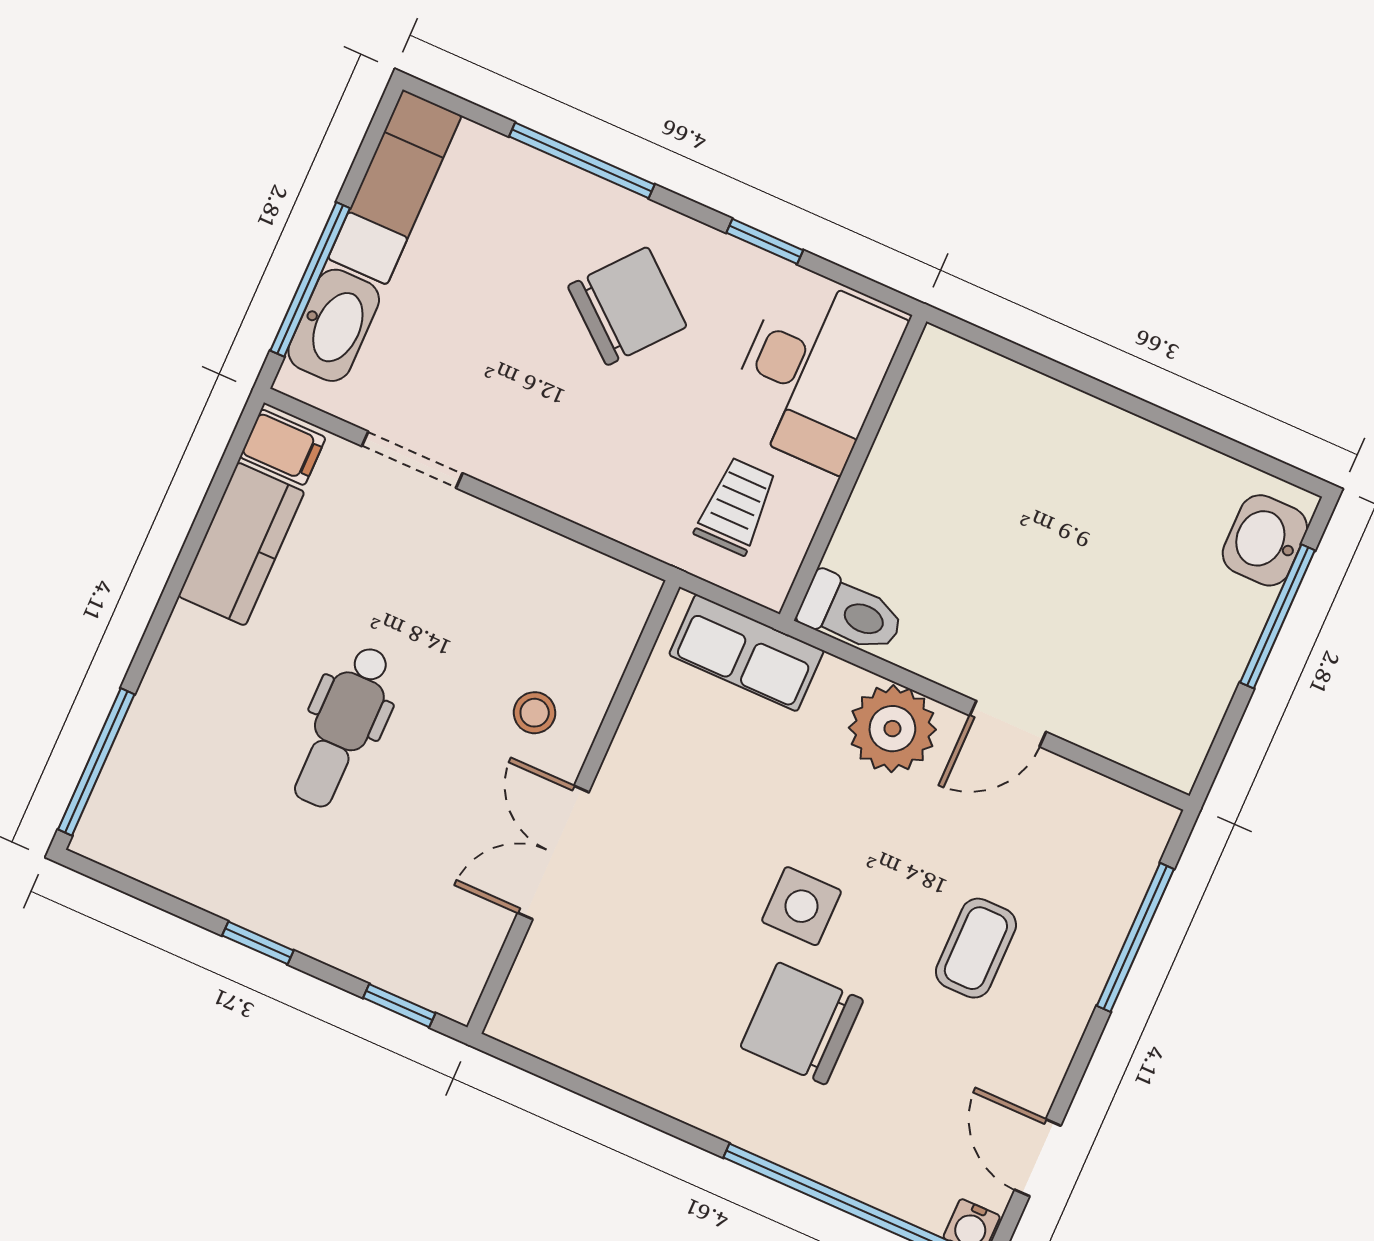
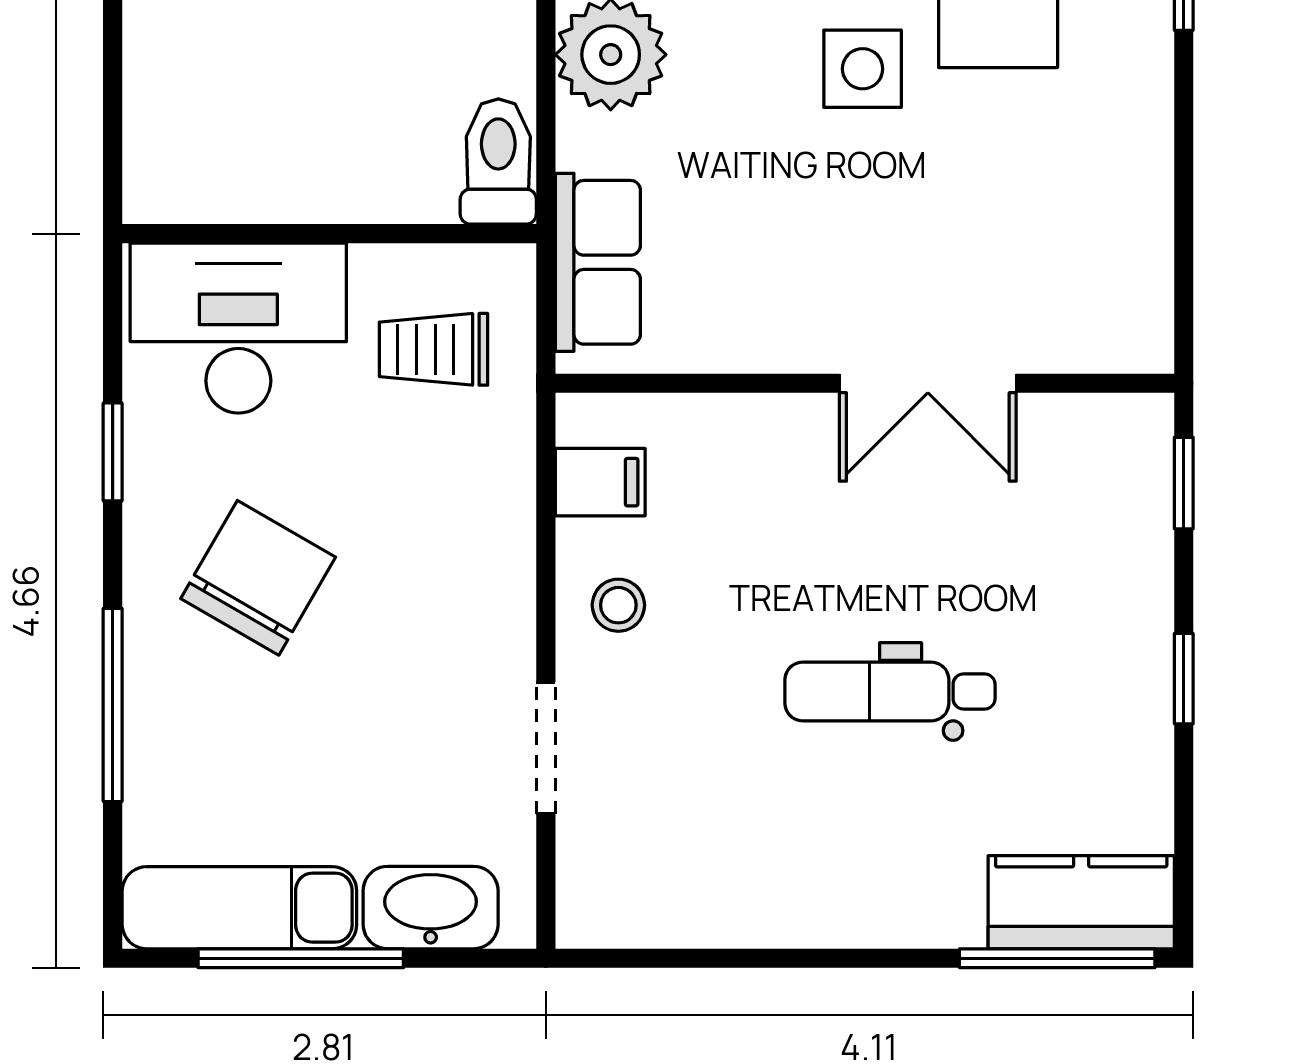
window: (310, 279) -> (301, 958), moved
chair: (627, 306) -> (258, 578), turned 80
filing cabinet: (283, 447) -> (600, 482), moved, turned 90
kitchen counter: (241, 544) -> (1081, 902), moved
stool: (535, 713) -> (618, 605), moved
dental chair: (343, 727) -> (890, 692), turned 180

